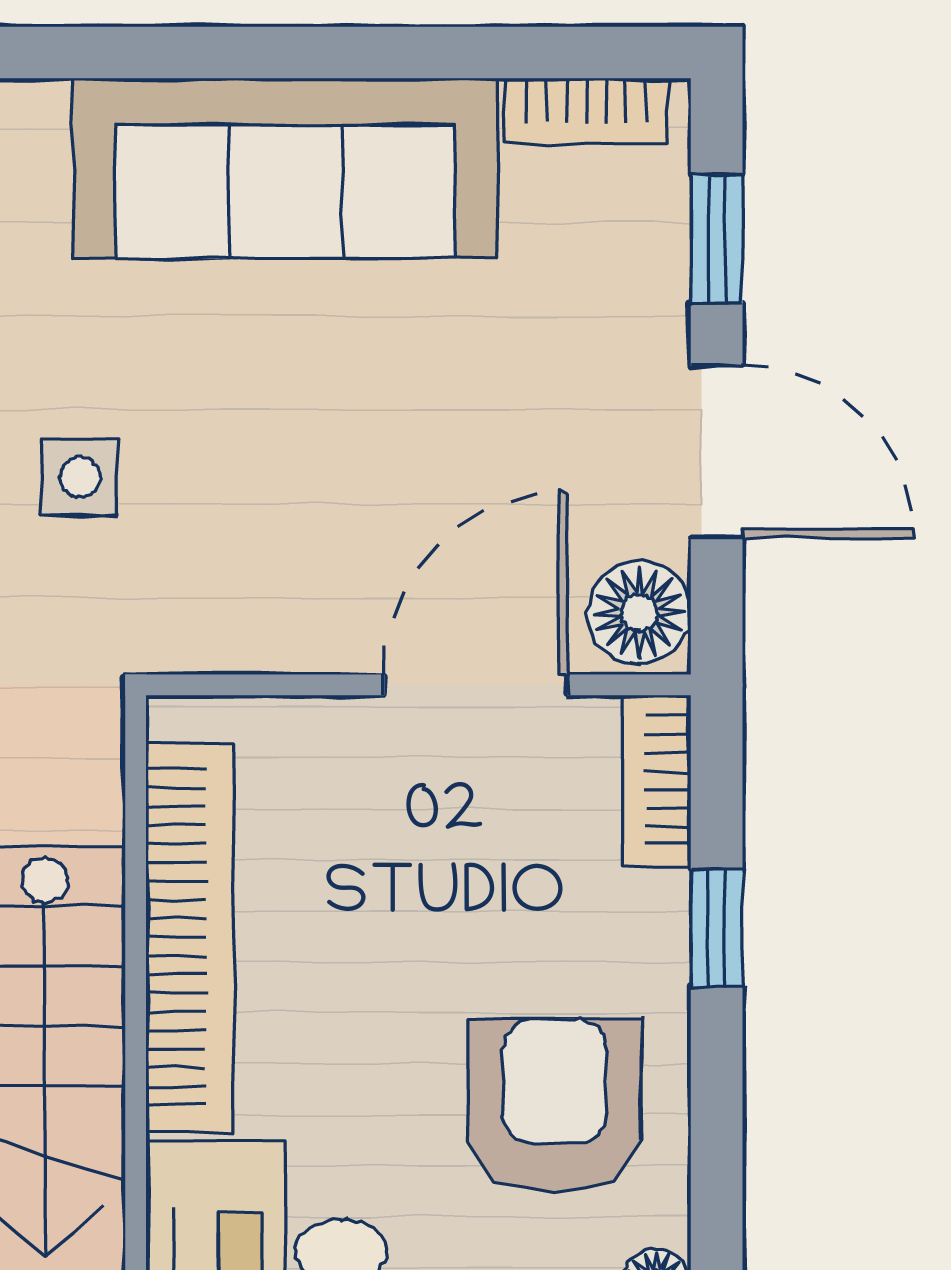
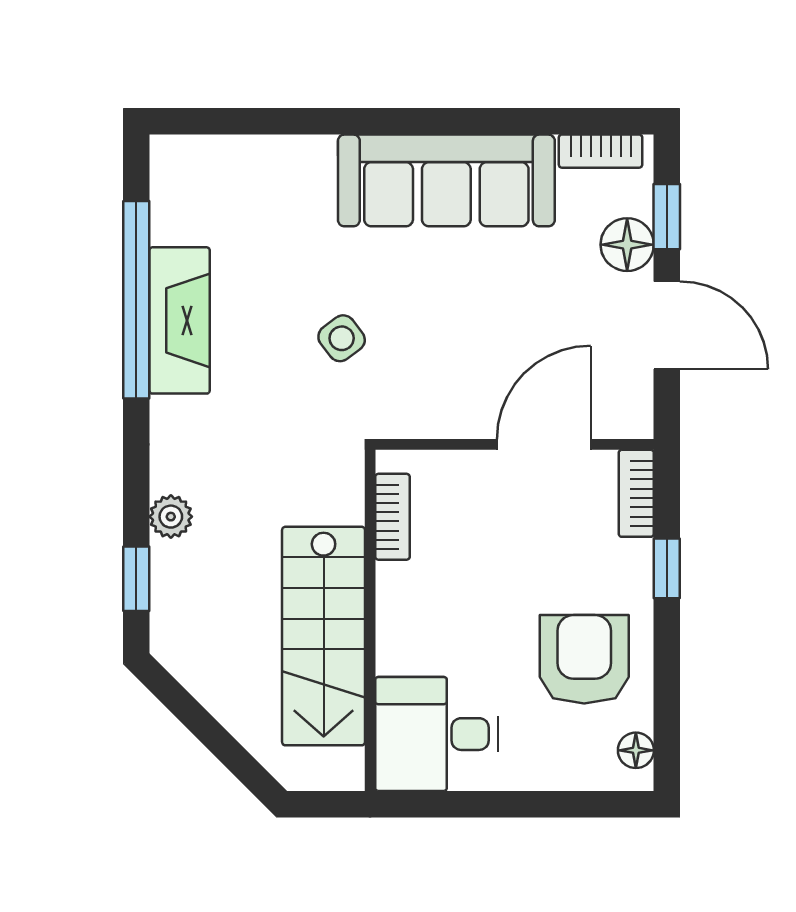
side table: (80, 477) -> (342, 338), turned -37
floor lamp: (639, 613) -> (627, 245), moved
bookcase: (190, 937) -> (392, 517), width x0.43, depth x0.76

